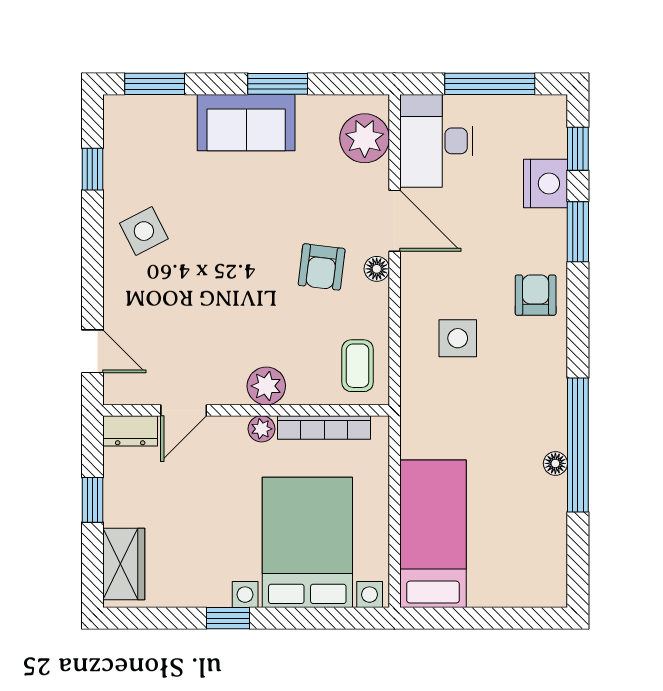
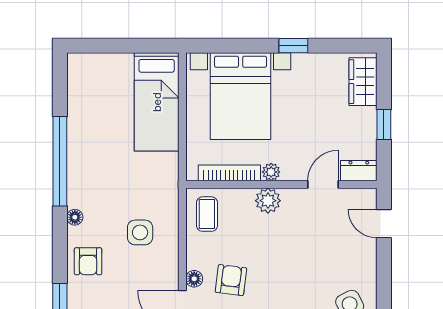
floor lamp: (555, 463) -> (75, 217), moved

